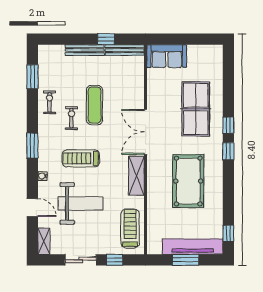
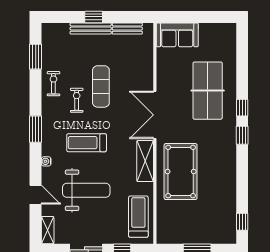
window: (106, 39) -> (94, 17), moved
bench: (125, 50) -> (127, 29), width x0.73
pool table: (188, 181) -> (181, 172), moved
tv unit: (193, 247) -> (204, 236), removed

